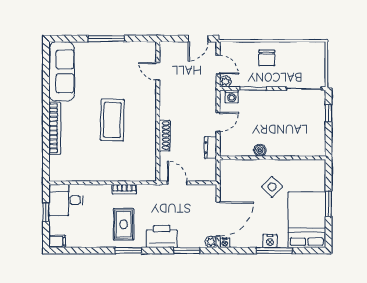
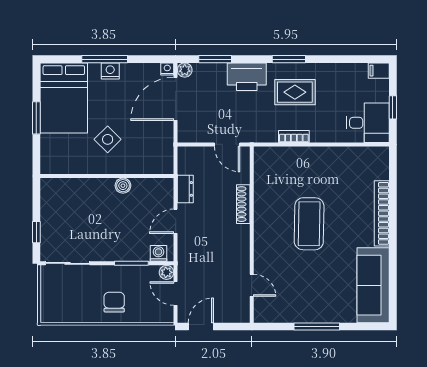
rug: (124, 224) -> (295, 92), turned 90

